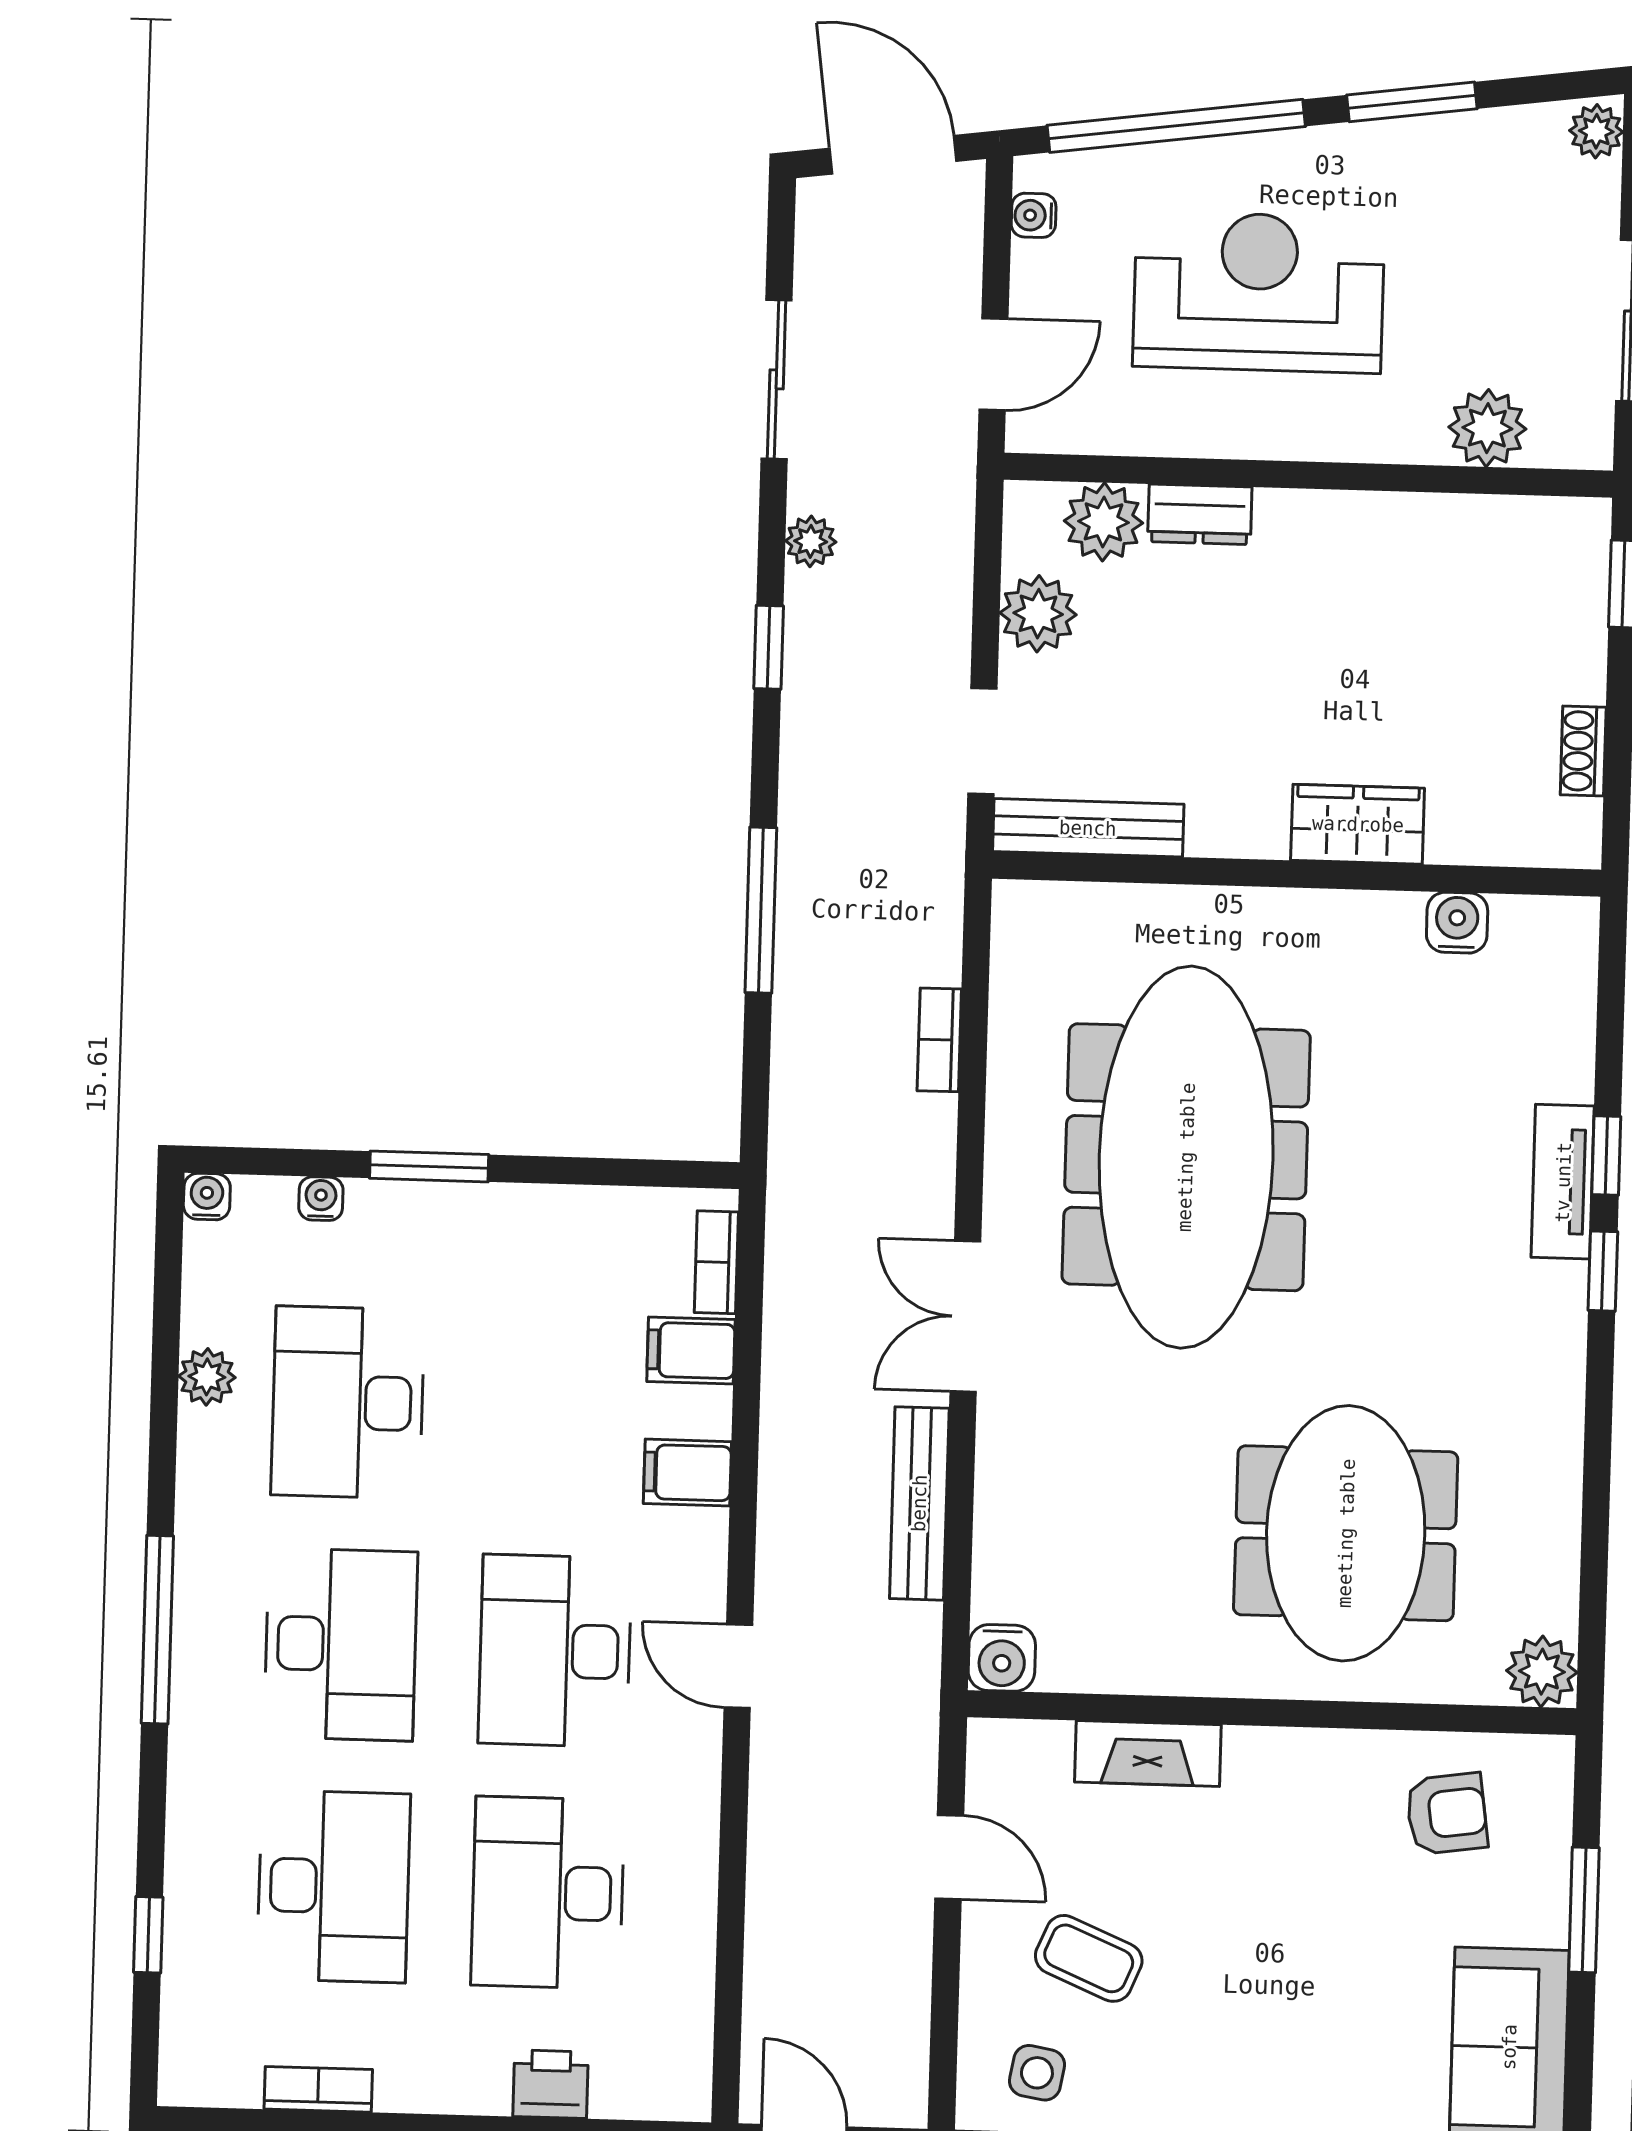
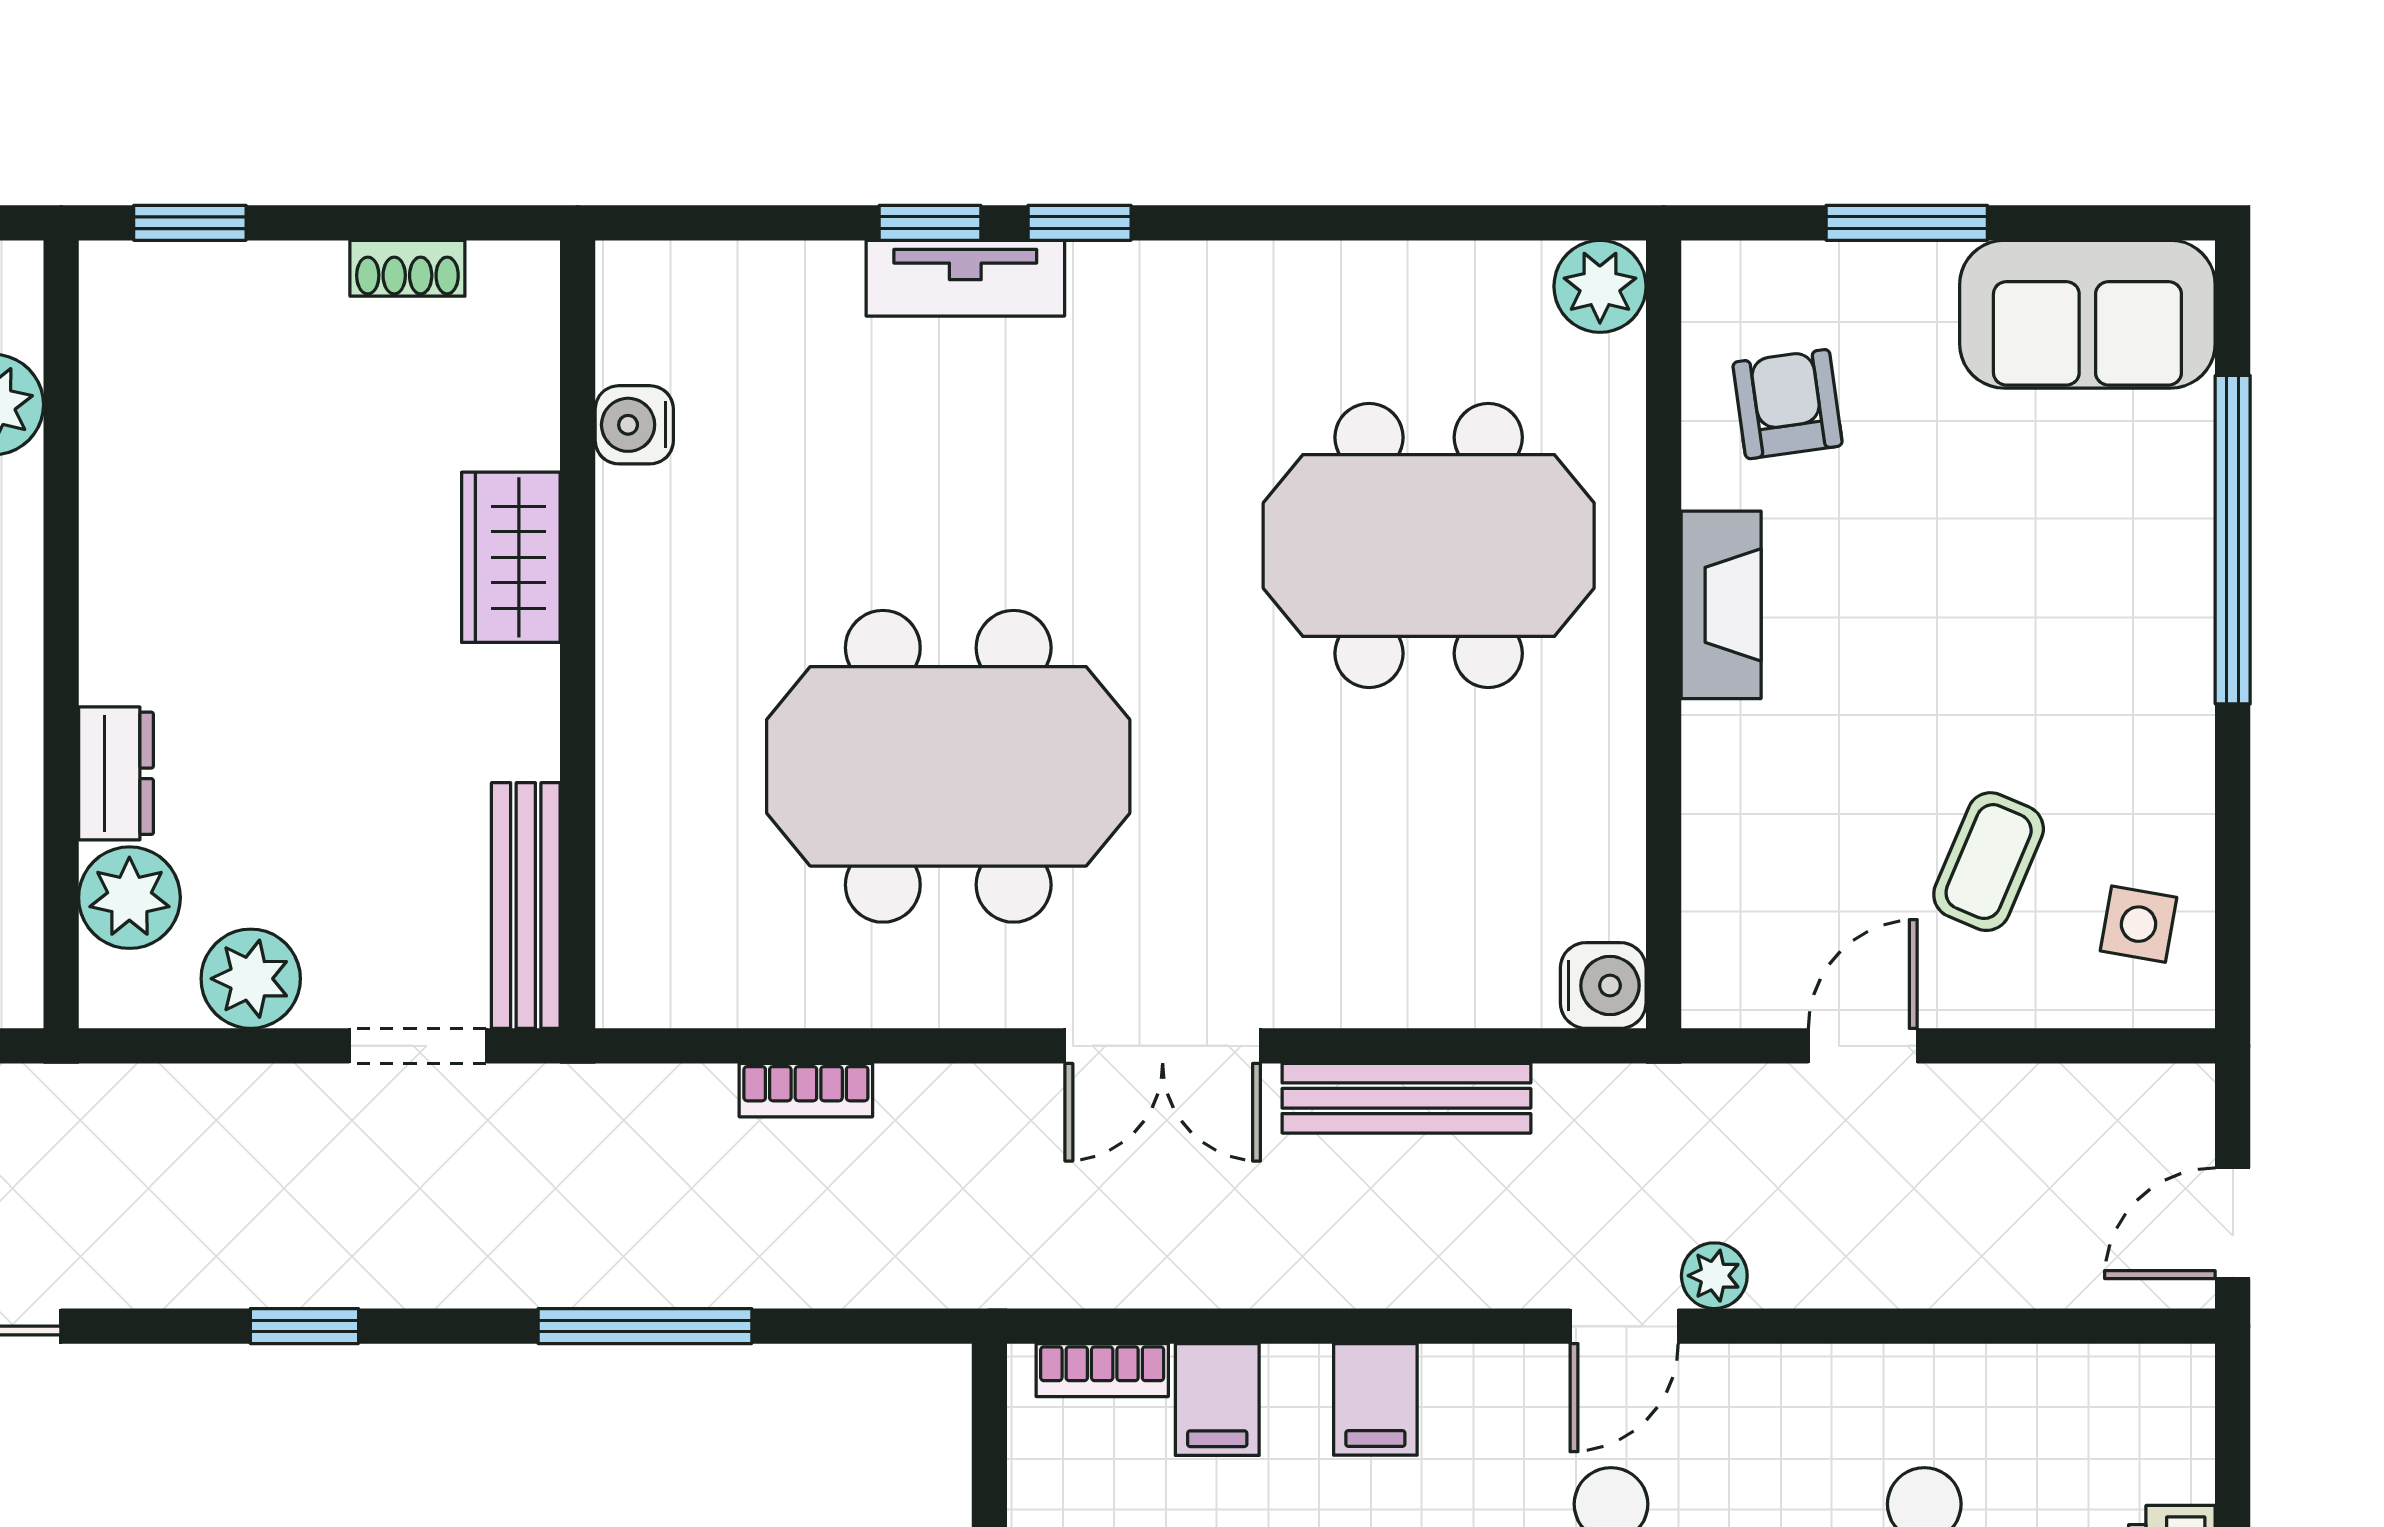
plant: (811, 541) -> (1714, 1276), moved
meeting table: (1186, 1157) -> (948, 766), width x0.73
fireplace: (1148, 1753) -> (1721, 605), moved

